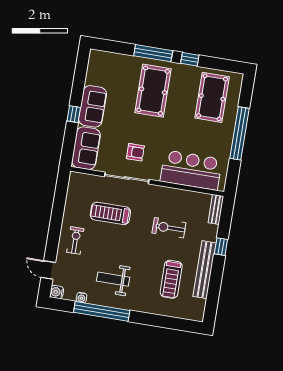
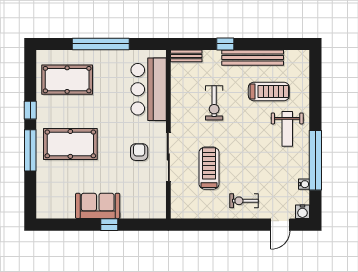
sofa: (86, 148) -> (143, 206), removed
treadmill: (110, 213) -> (209, 168), turned 180
weight bench: (113, 279) -> (287, 129), moved

